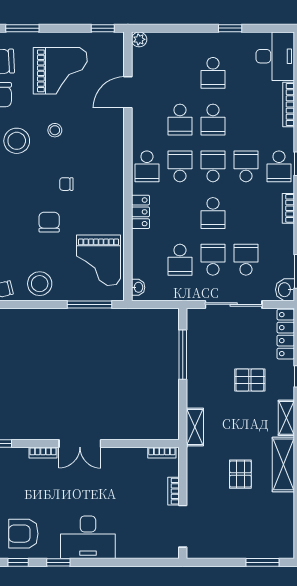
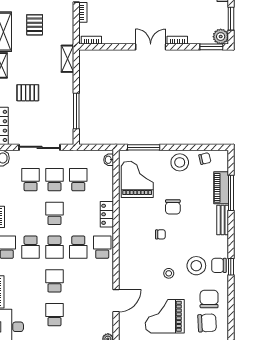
school desk: (180, 120) -> (78, 281), removed
school desk: (213, 260) -> (54, 180), turned 180
school desk: (246, 260) -> (31, 180), turned 180

